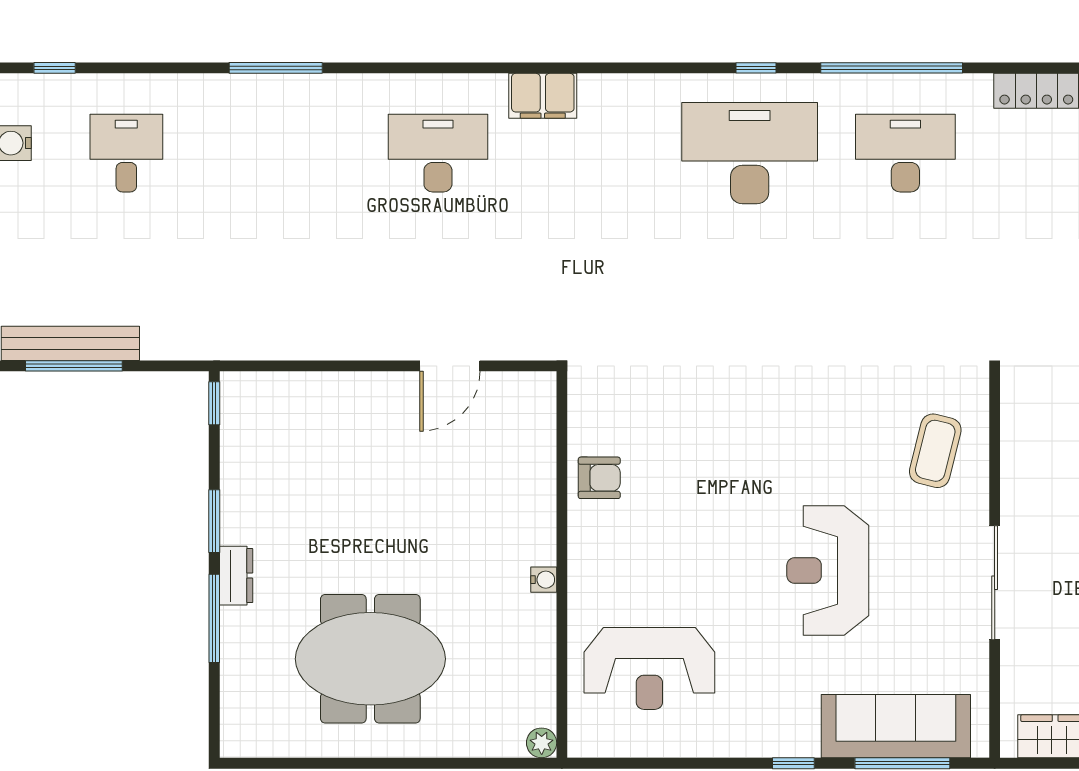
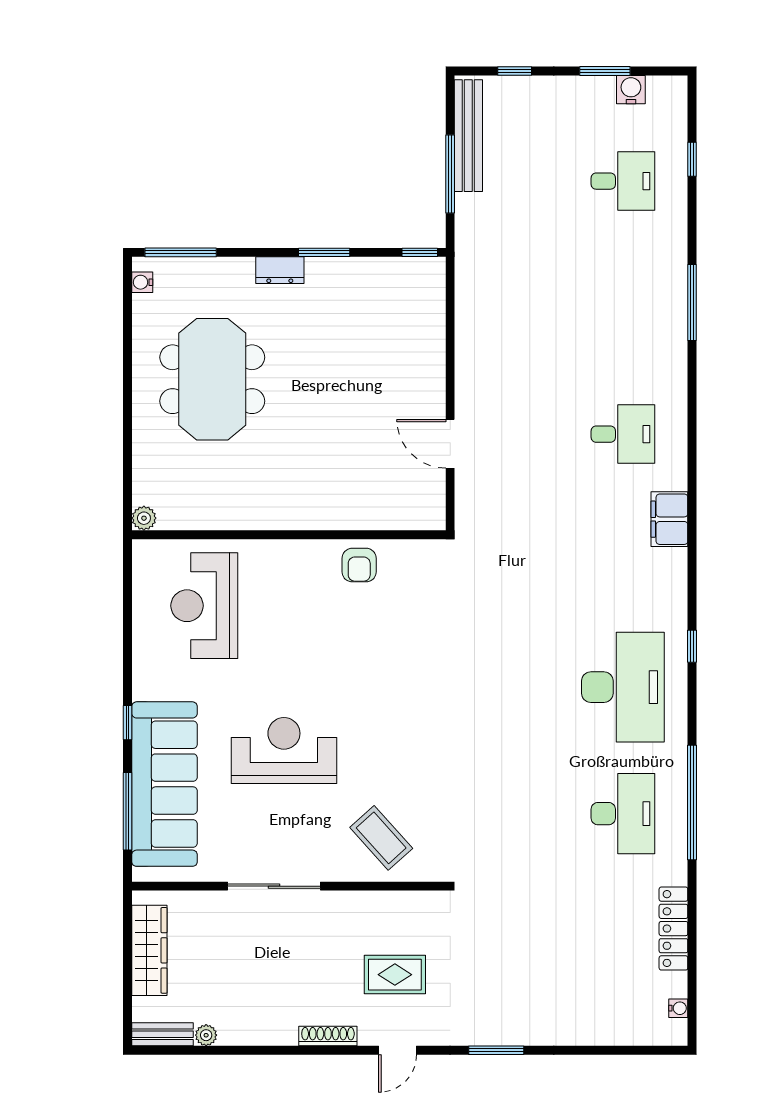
window: (55, 68) -> (692, 159), moved
window: (756, 68) -> (692, 646), moved
desk: (438, 153) -> (623, 434), width x0.73
window: (74, 366) -> (450, 174), moved
coffee table: (935, 451) -> (381, 838), turned 34
water cooler: (544, 580) -> (142, 282), moved, turned 90
window: (214, 618) -> (181, 252), moved
sofa: (896, 726) -> (164, 784), width x1.36, depth x1.27

